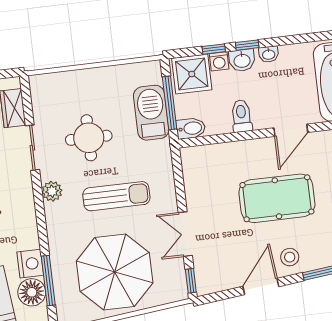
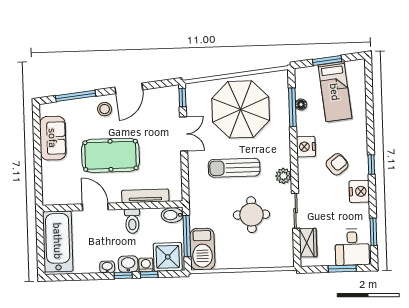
barbecue: (151, 113) -> (202, 249), moved
door: (291, 130) -> (95, 207), hinge flipped
tv unit: (228, 150) -> (145, 196), added
nightstand: (30, 264) -> (306, 147), moved
floor lamp: (32, 292) -> (301, 105), width x0.53, depth x0.53

